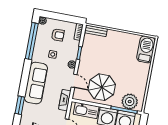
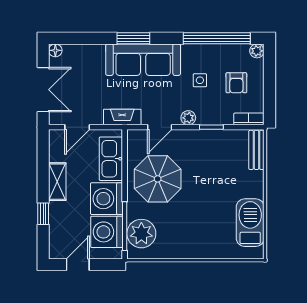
barbecue: (146, 49) -> (250, 223), moved, turned -90
window: (20, 105) -> (133, 38), moved

